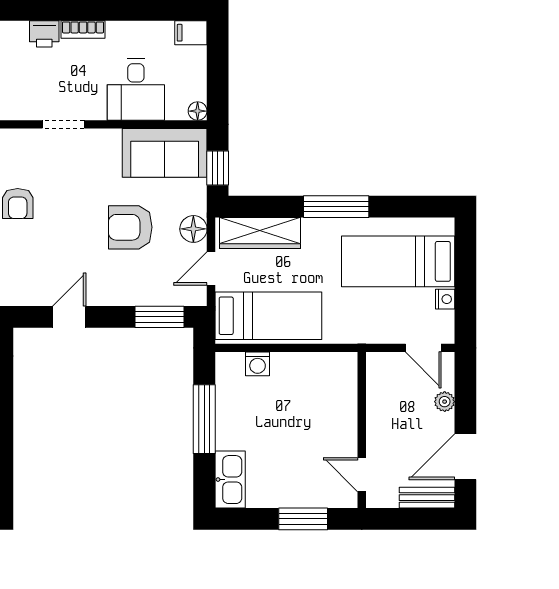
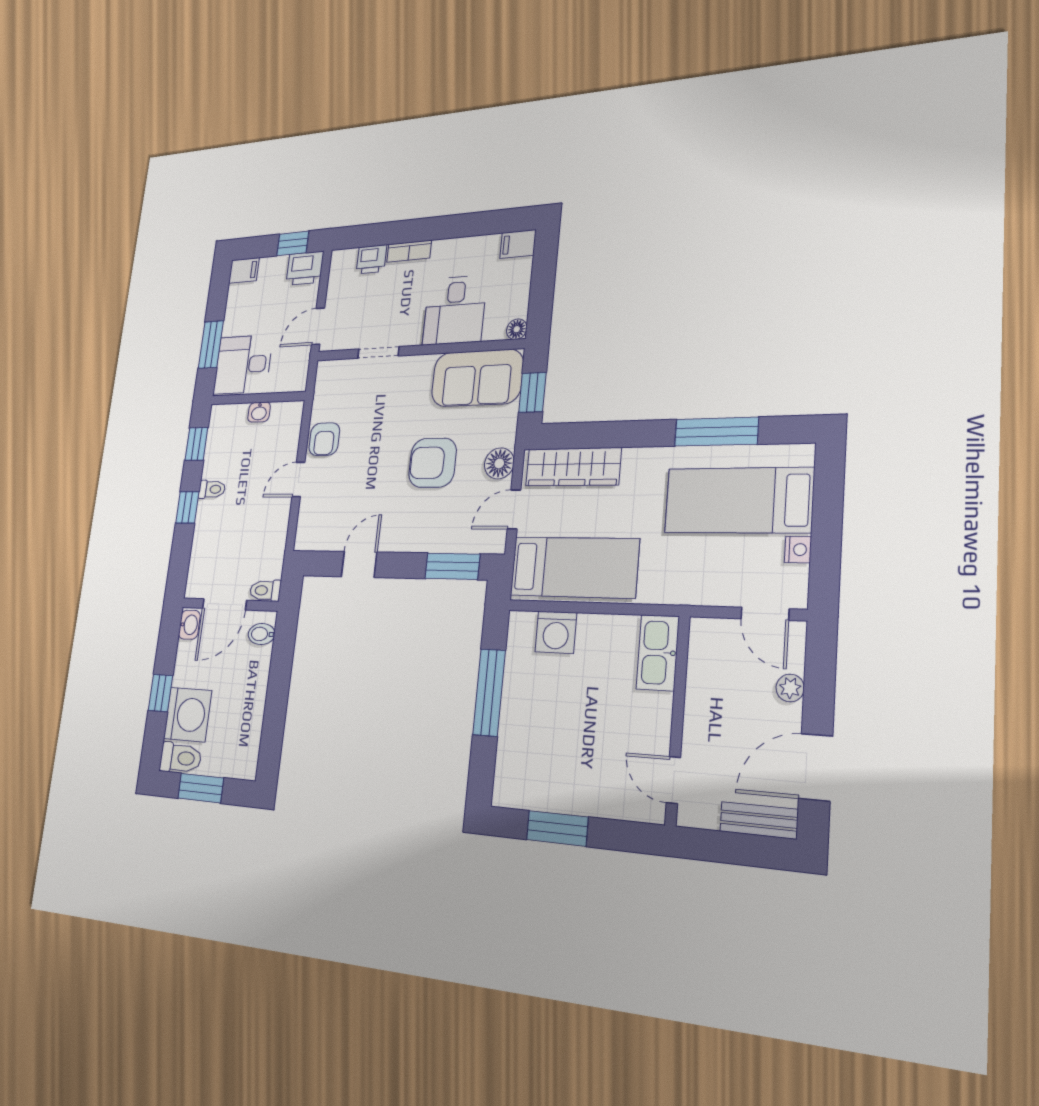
window: (336, 207) -> (716, 432), moved
washing machine: (258, 364) -> (556, 632), width x1.38, depth x1.38
kitchen sink: (230, 480) -> (658, 653), moved, turned 180
window: (303, 519) -> (557, 828), moved

